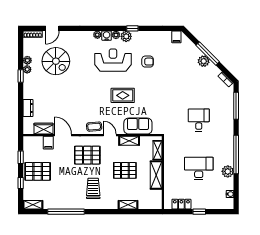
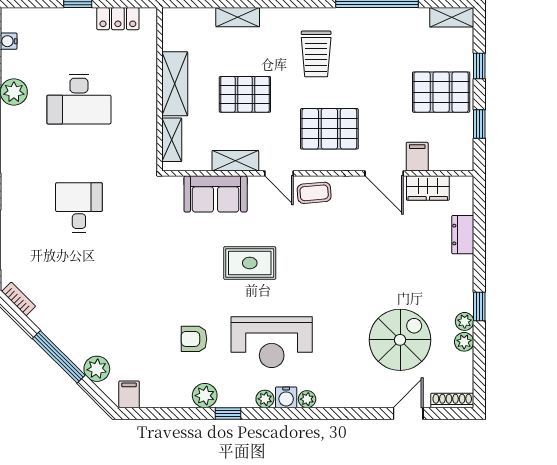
plant: (126, 36) -> (205, 396), moved
spiral stairs: (56, 61) -> (400, 340), turned 90
plant: (204, 61) -> (97, 369), moved
desk: (199, 120) -> (79, 208), turned 180

